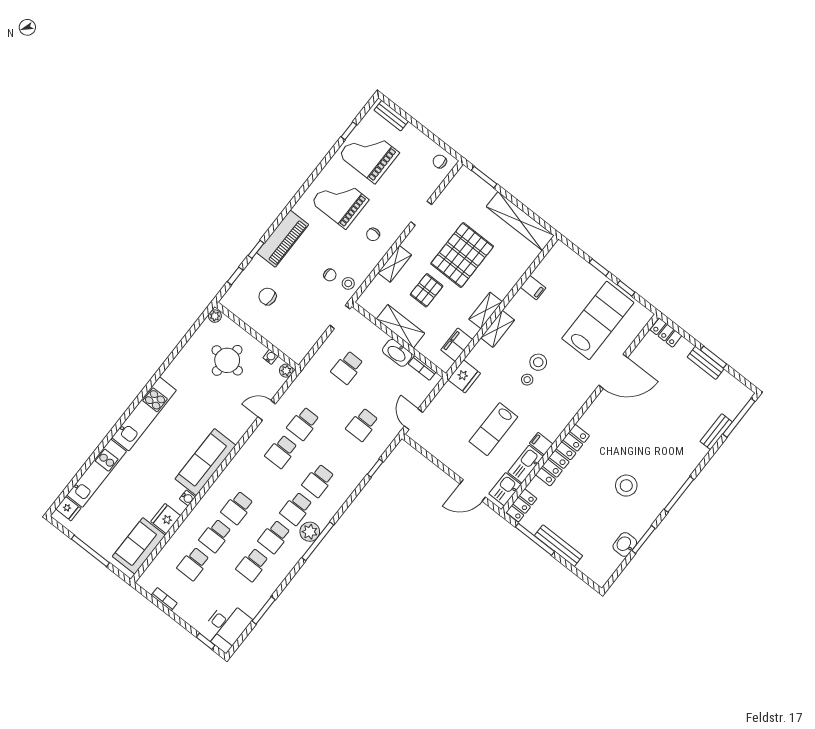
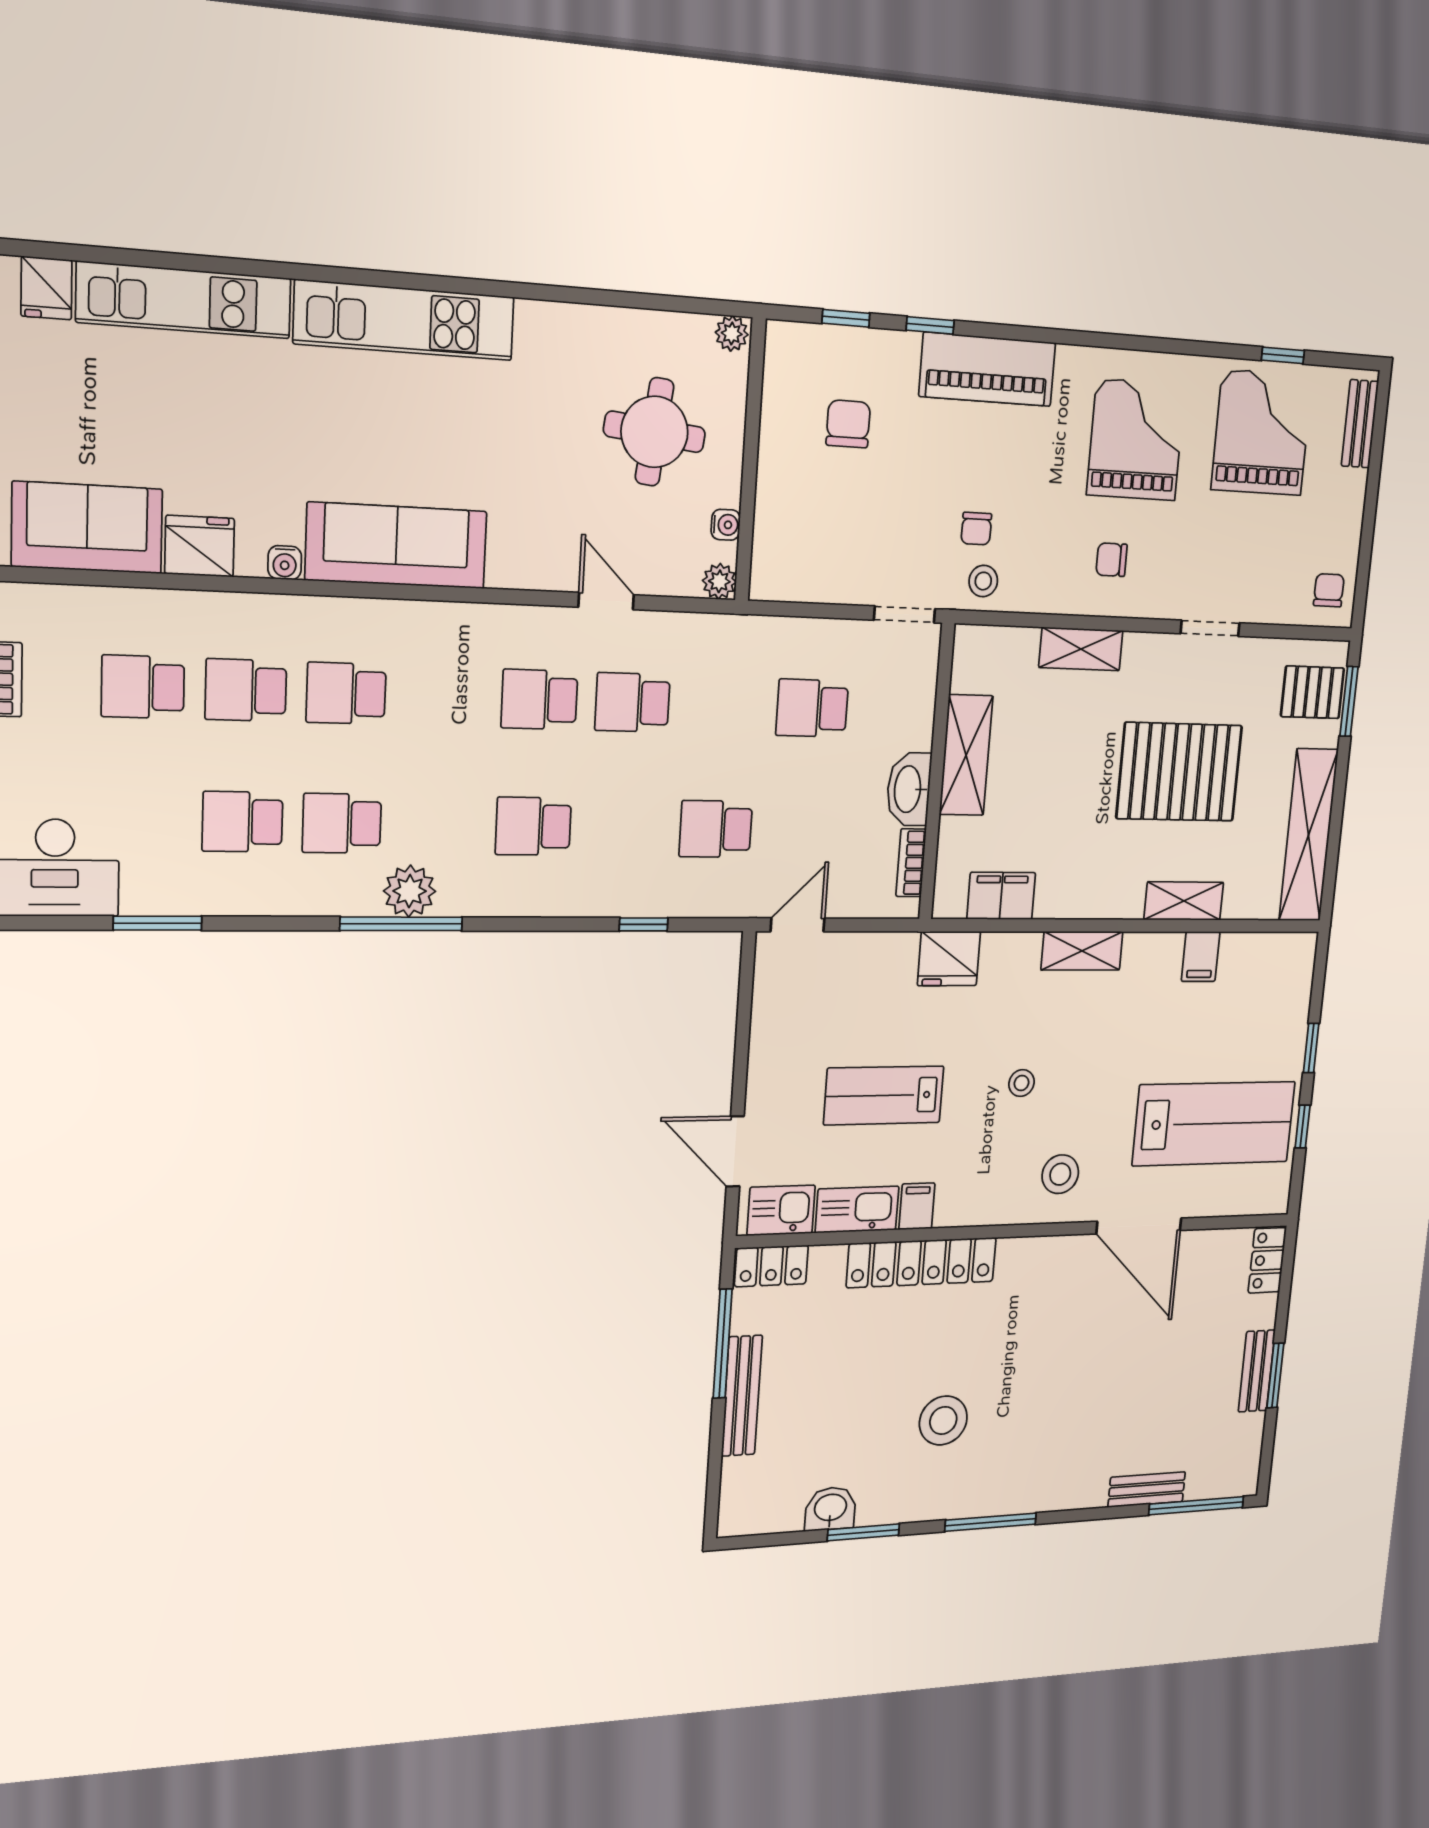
pallet: (427, 290) -> (1312, 692), moved
shelving: (486, 311) -> (1184, 901), moved
stool: (538, 362) -> (1060, 1174), moved
school desk: (296, 509) -> (439, 825), removed

